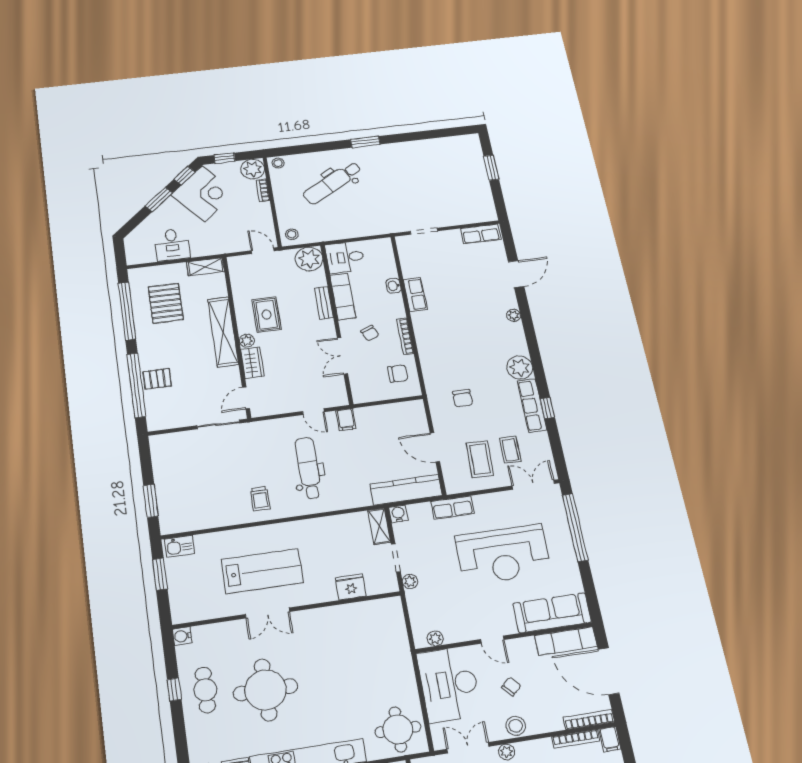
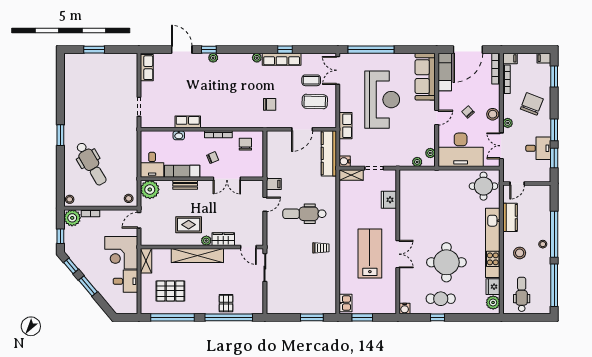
corner desk: (203, 194) -> (121, 253), moved, turned -140
window: (524, 308) -> (209, 50), added
plant: (520, 368) -> (257, 58), width x0.53, depth x0.53
plant: (410, 581) -> (417, 162), moved

